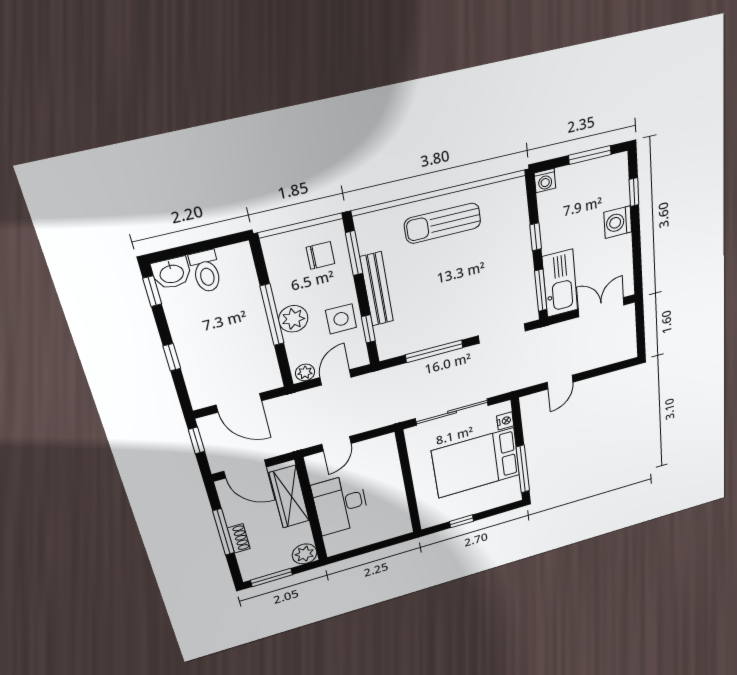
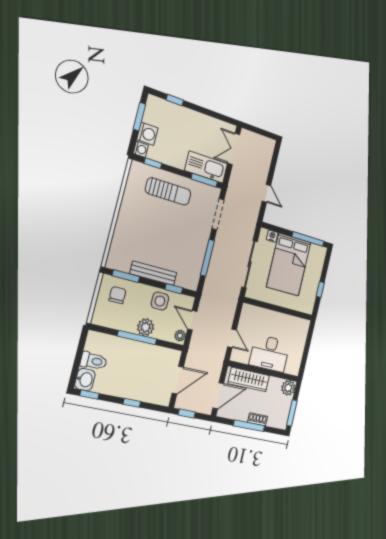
washing machine: (618, 222) -> (147, 134), moved, turned -90
sun lounger: (443, 223) -> (168, 191), moved, turned -90
window: (536, 237) -> (153, 163), moved

